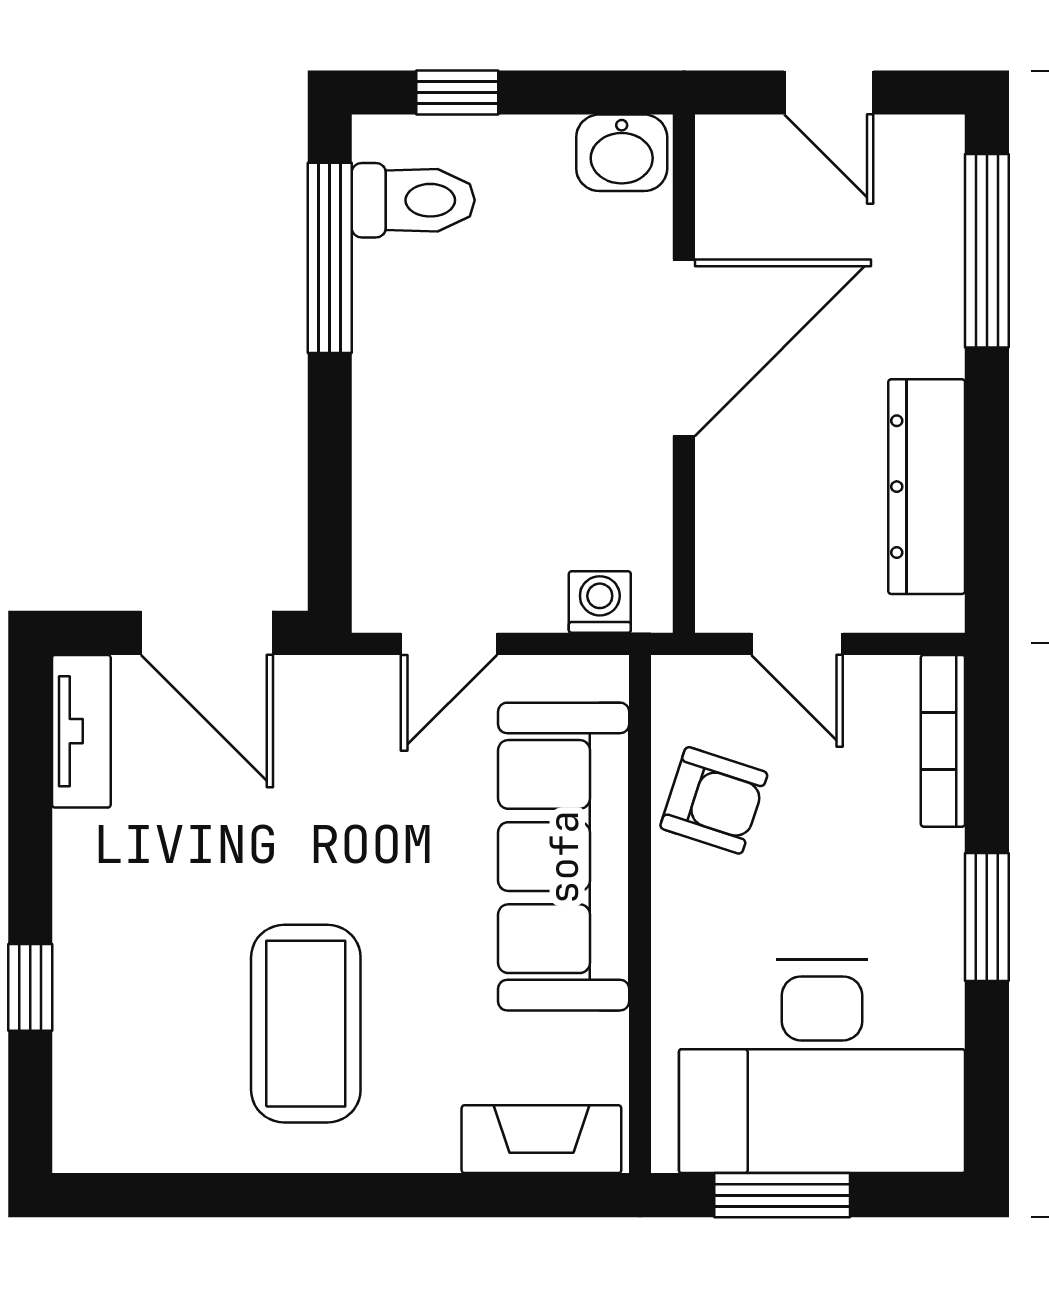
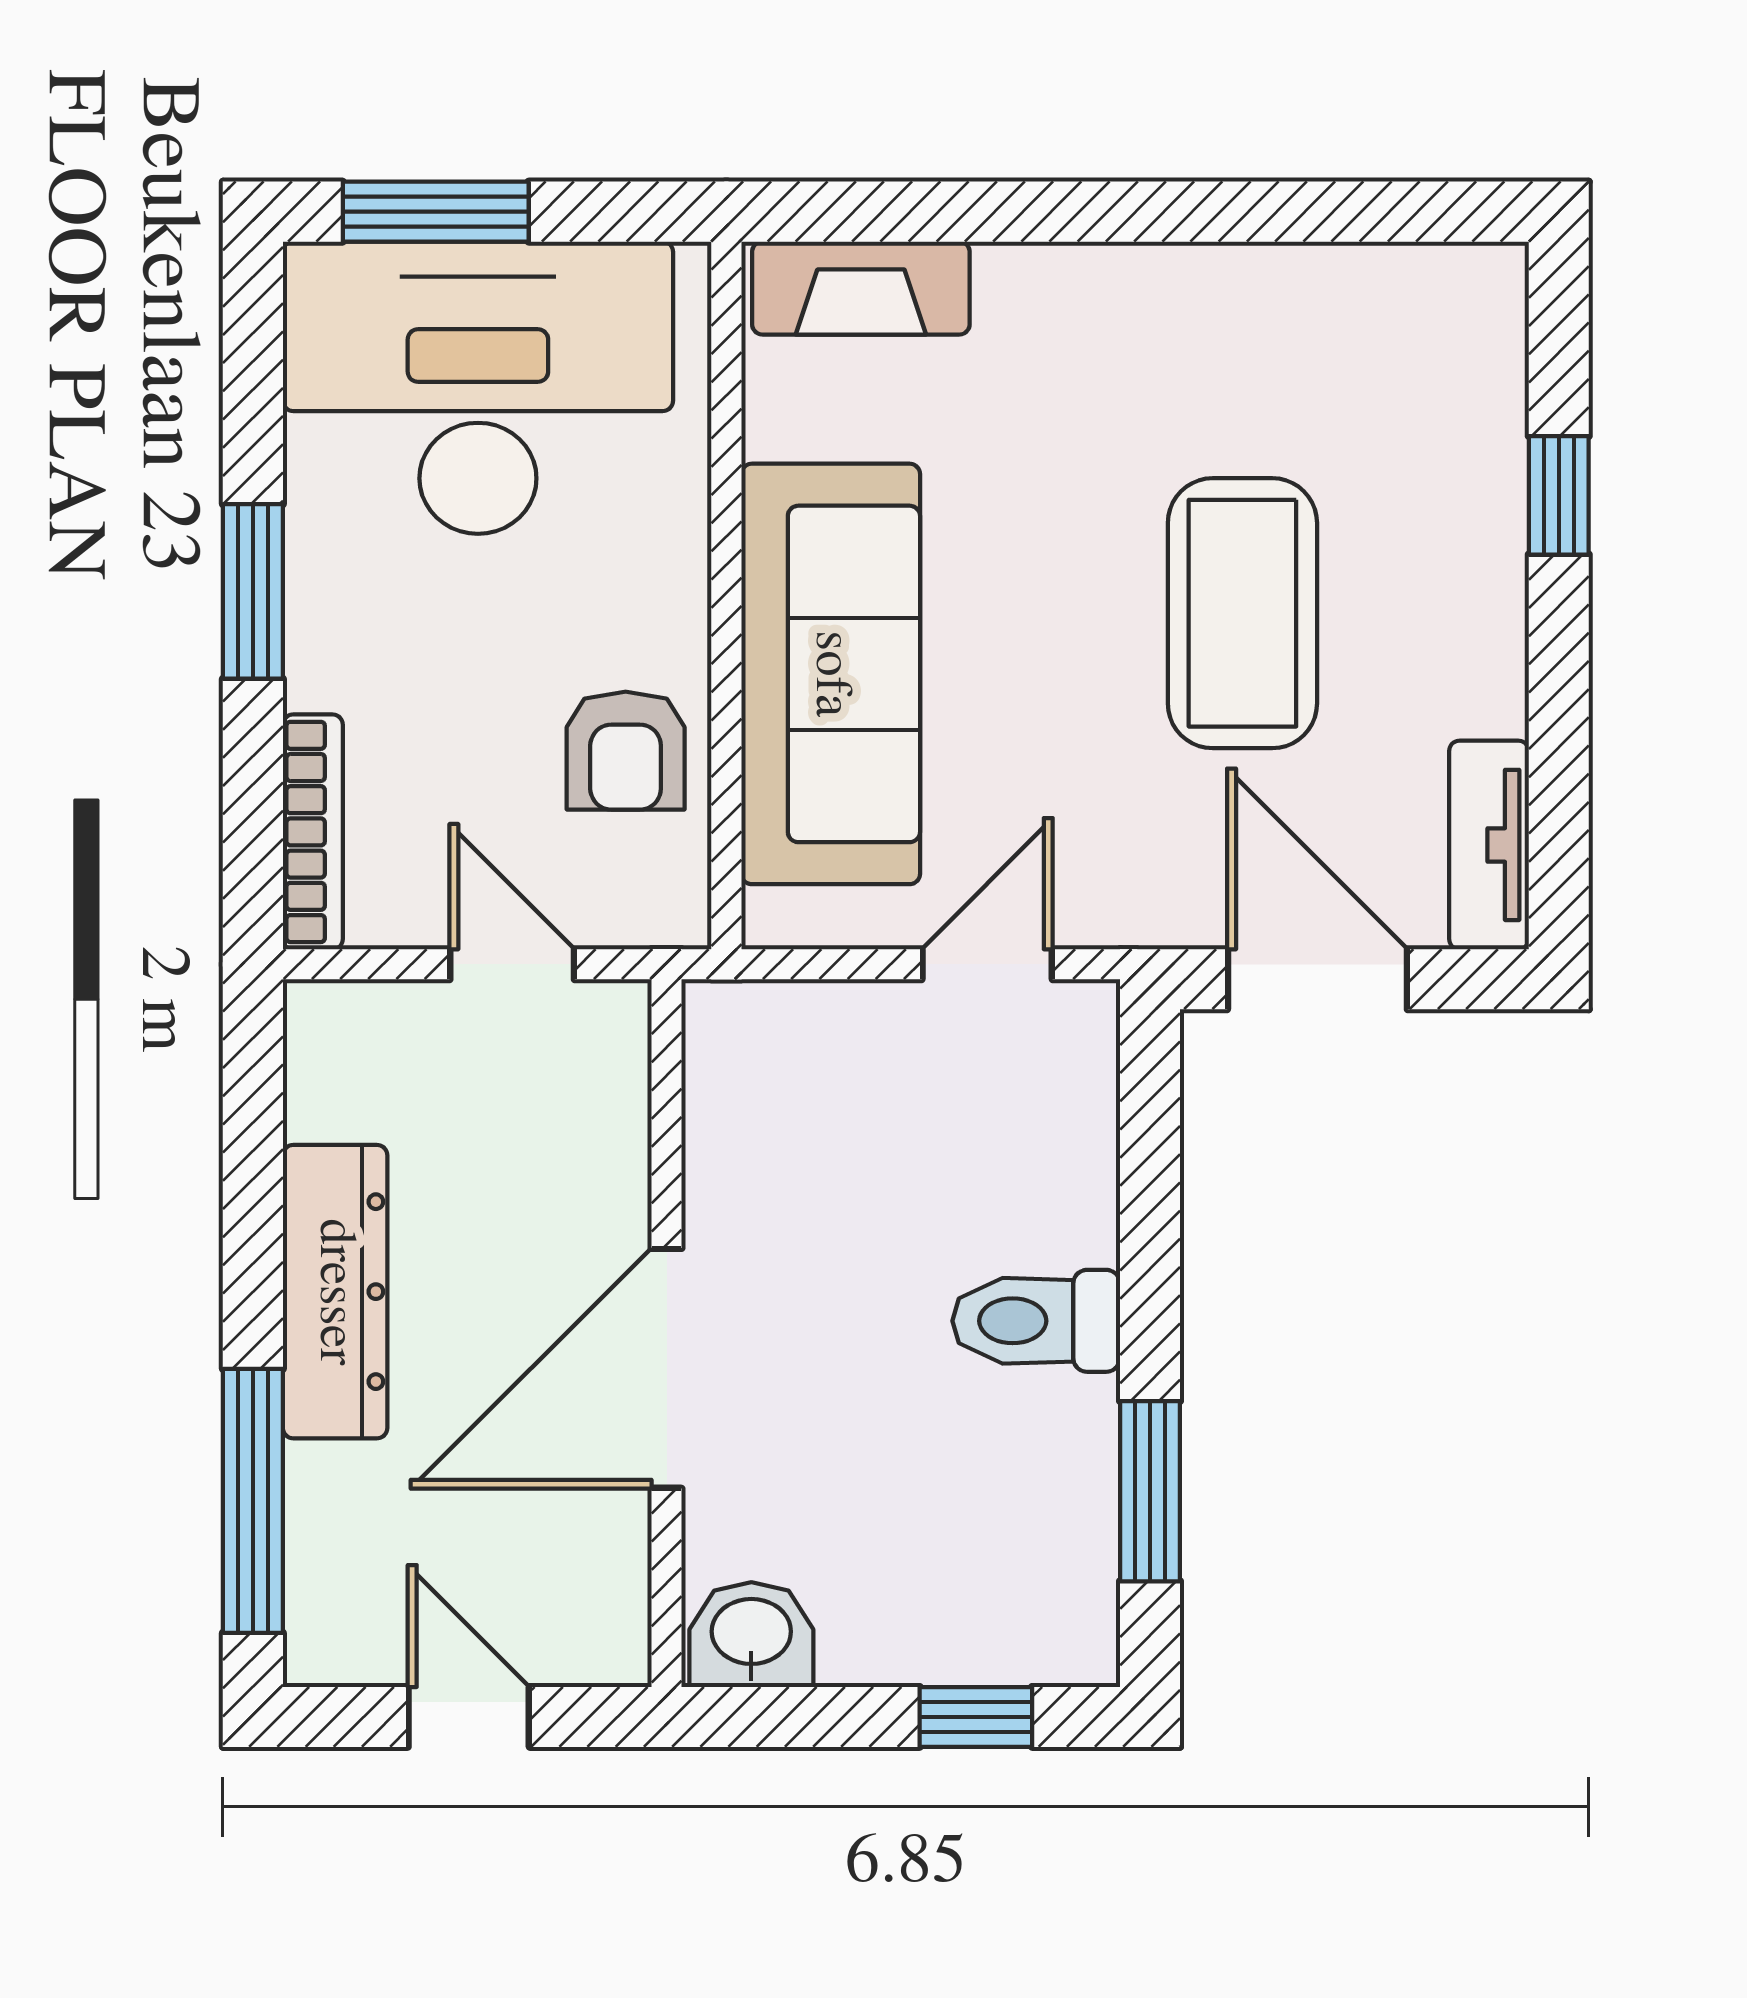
toilet: (413, 200) -> (1036, 1321), moved
window: (330, 258) -> (1150, 1491), width x0.69
dresser: (927, 487) -> (335, 1292), moved
washing machine: (600, 602) -> (781, 1021), removed
armchair: (714, 800) -> (626, 751), turned -108
coffee table: (306, 1024) -> (1242, 613), moved
window: (782, 1195) -> (436, 212), moved

